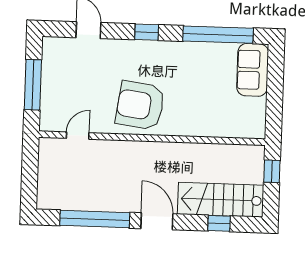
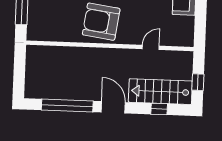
door: (78, 136) -> (151, 47), moved
window: (272, 171) -> (198, 82), moved

